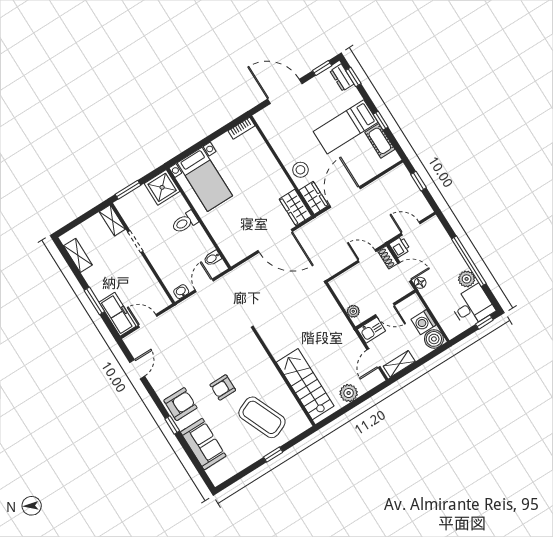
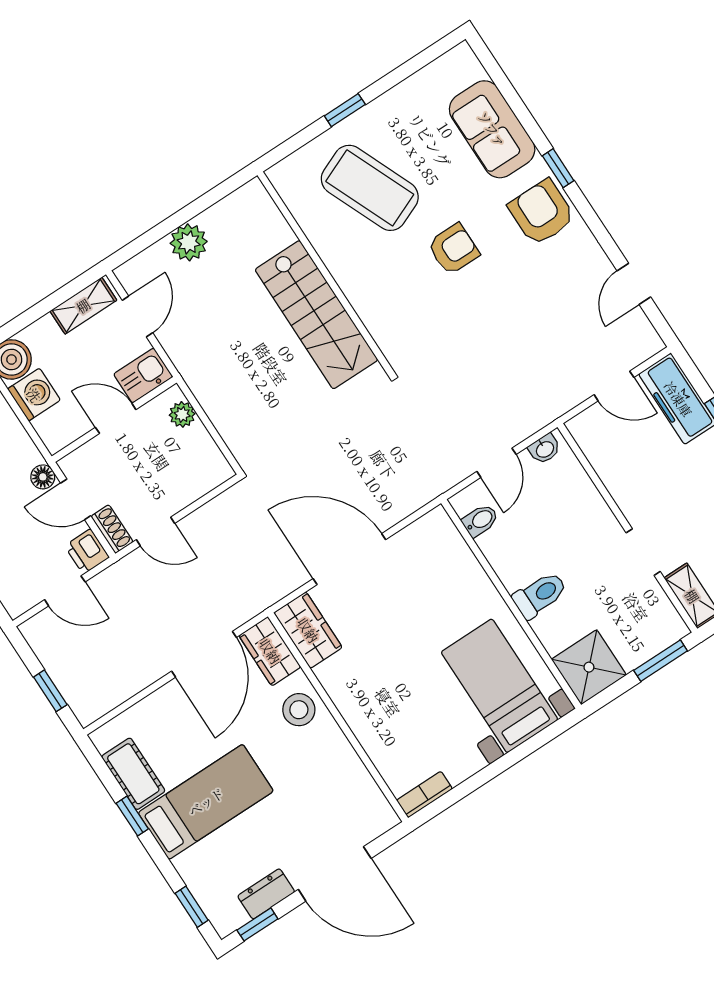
dresser: (342, 77) -> (266, 894), moved, turned -90
stairs: (305, 384) -> (316, 315), moved
armchair: (180, 404) -> (542, 212), turned 90

